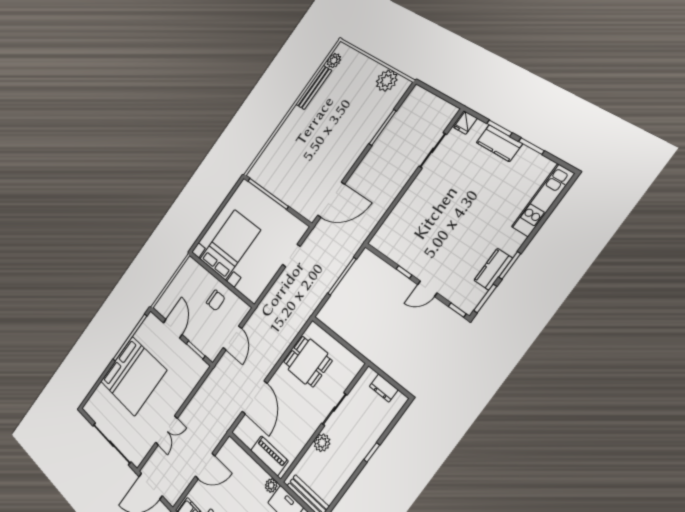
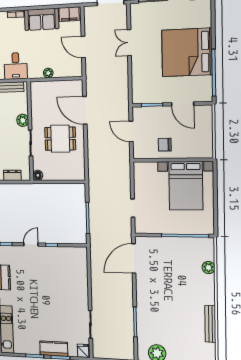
plant: (334, 61) -> (208, 268), moved
dining table: (308, 361) -> (60, 139), moved
floor lamp: (356, 365) -> (38, 175), added
piano: (269, 456) -> (48, 88), removed
door: (205, 466) -> (83, 47), hinge flipped
plant: (271, 486) -> (48, 73), moved

